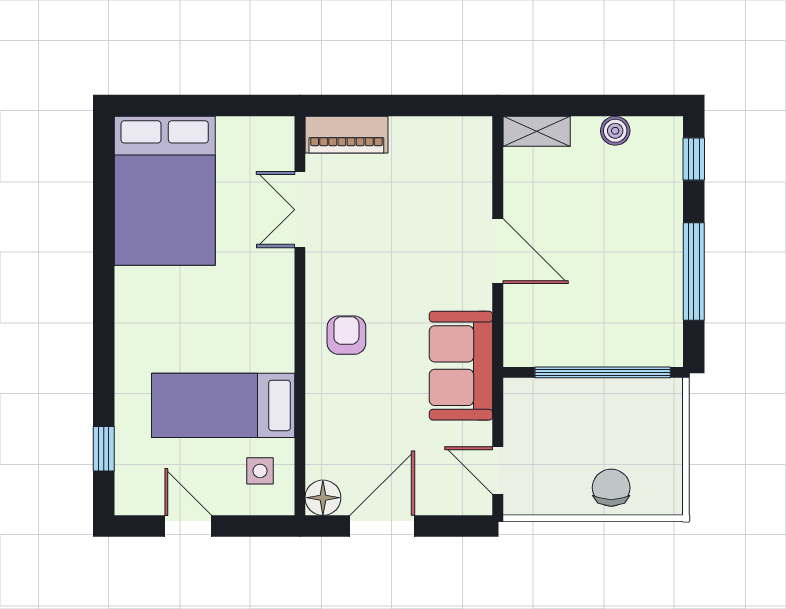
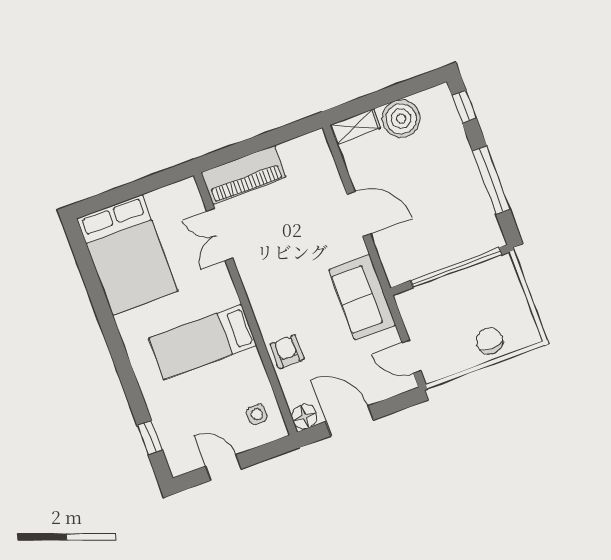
boiler: (615, 131) -> (401, 119), width x1.86, depth x1.86
piano: (346, 135) -> (243, 175), width x1.37, depth x1.33
armchair: (346, 335) -> (287, 352), moved
bed: (223, 405) -> (203, 342), moved
door: (382, 526) -> (350, 421), hinge flipped

